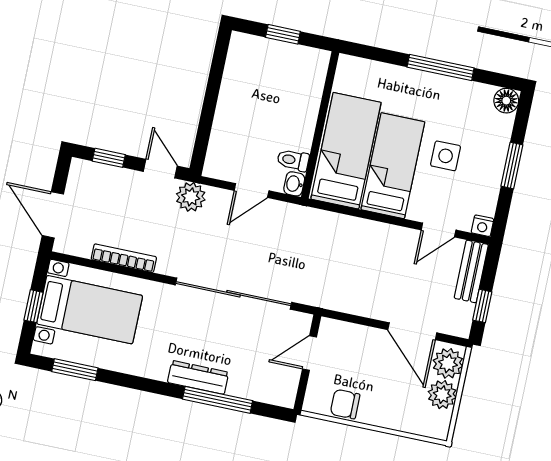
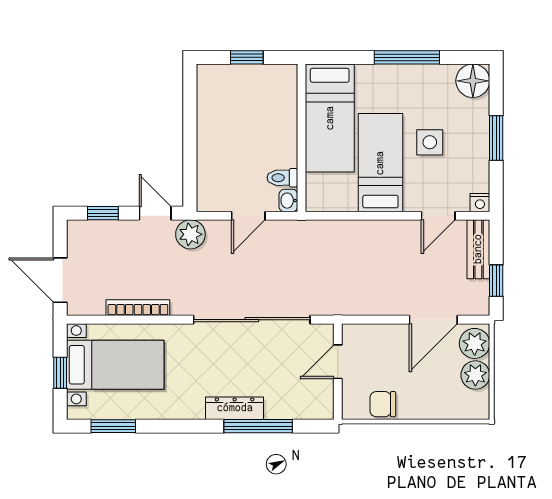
floor lamp: (506, 101) -> (473, 81), width x1.38, depth x1.38
bed: (346, 151) -> (330, 118), moved, turned 180
door: (412, 331) -> (433, 320), hinge flipped

